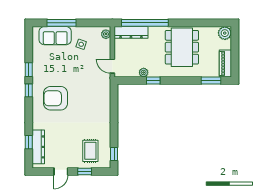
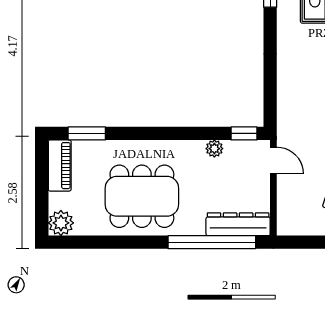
plant: (106, 34) -> (285, 221), removed
dining table: (182, 47) -> (142, 196), turned 90
window: (153, 80) -> (244, 133), moved

